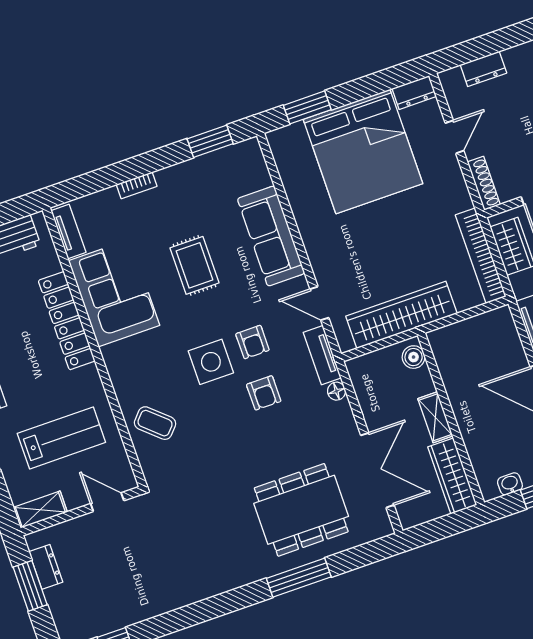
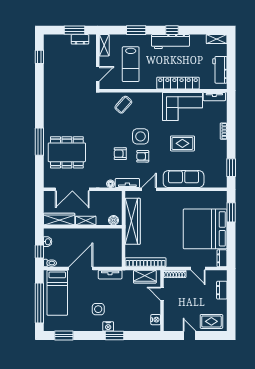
dining table: (301, 510) -> (67, 152), turned 90

